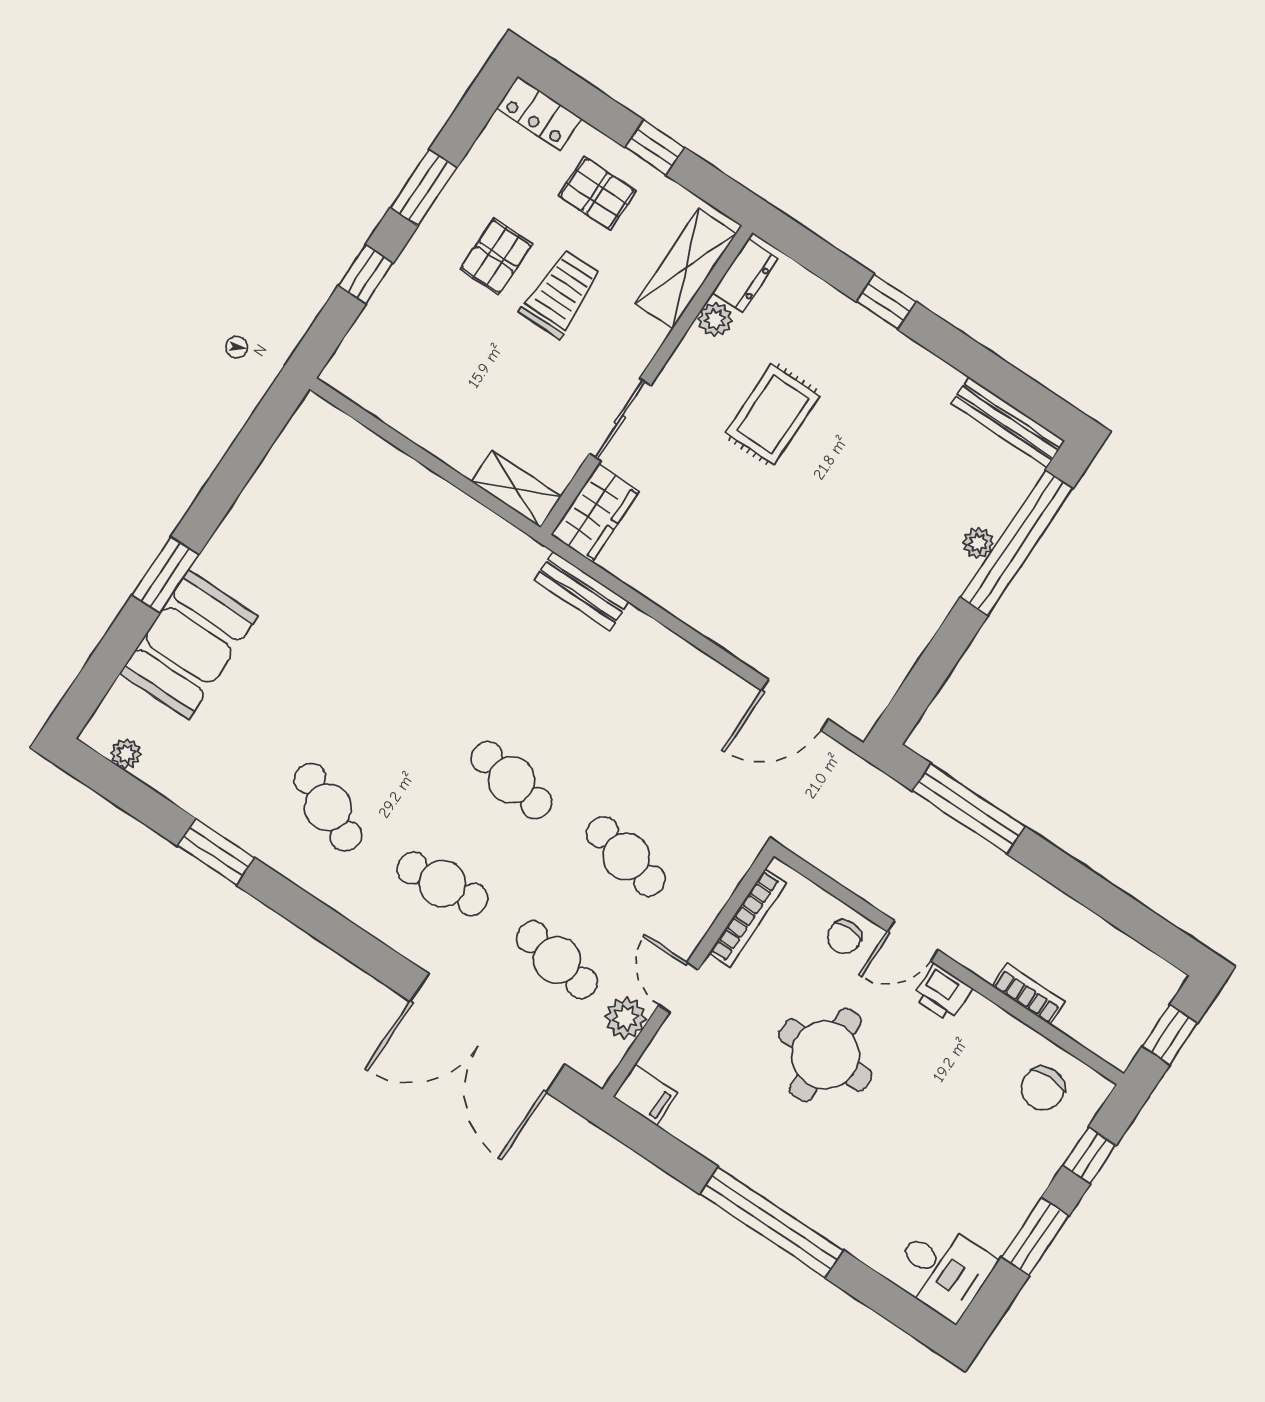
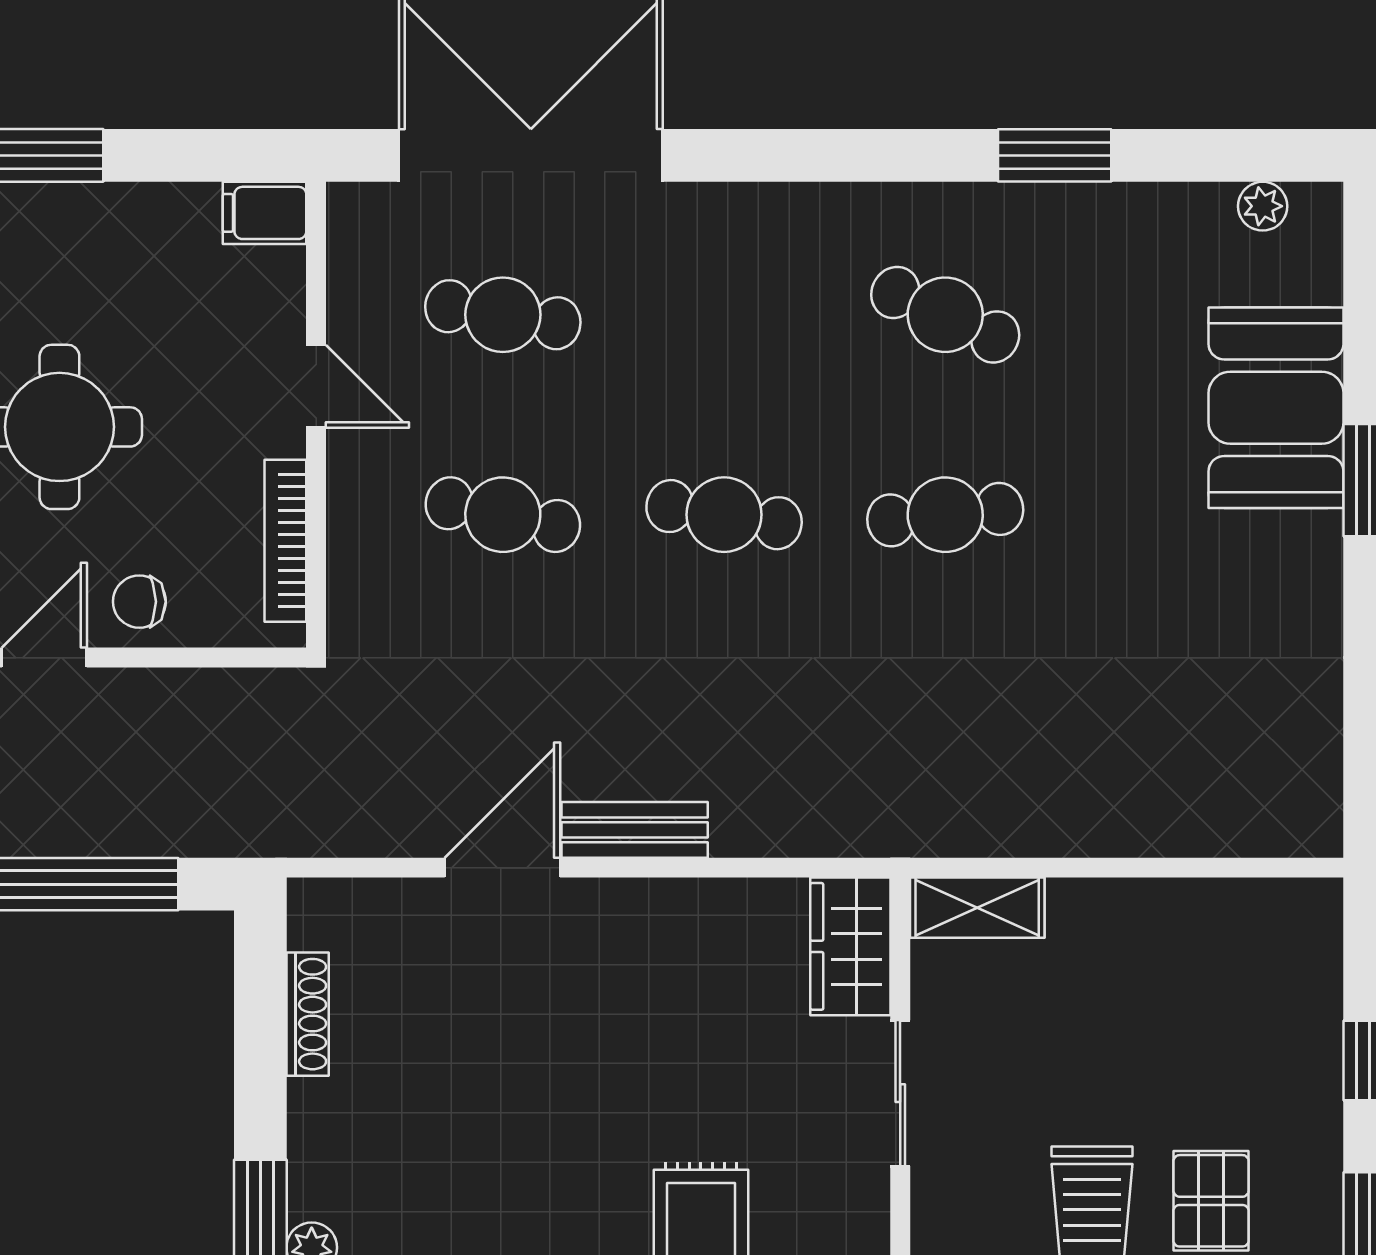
bench: (582, 591) -> (635, 830), moved
shoe rack: (900, 665) -> (308, 1014), added
door: (795, 705) -> (502, 868), moved
cafe table: (442, 884) -> (945, 515), moved
chair: (844, 937) -> (139, 602), turned -90
plant: (625, 1018) -> (359, 298), removed

